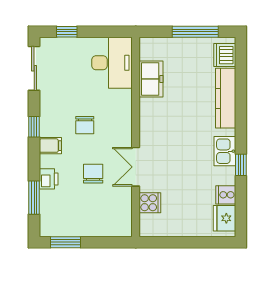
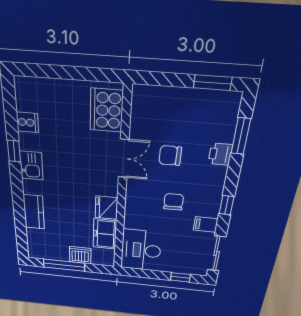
dishwasher: (225, 55) -> (80, 255), moved, turned -90
kitchen counter: (226, 98) -> (34, 212), width x0.67
filing cabinet: (50, 146) -> (206, 224), moved
chair: (93, 174) -> (170, 156), turned 90
cooker: (150, 203) -> (106, 110), width x1.87, depth x1.31
fridge: (225, 218) -> (106, 208), moved, turned 180

